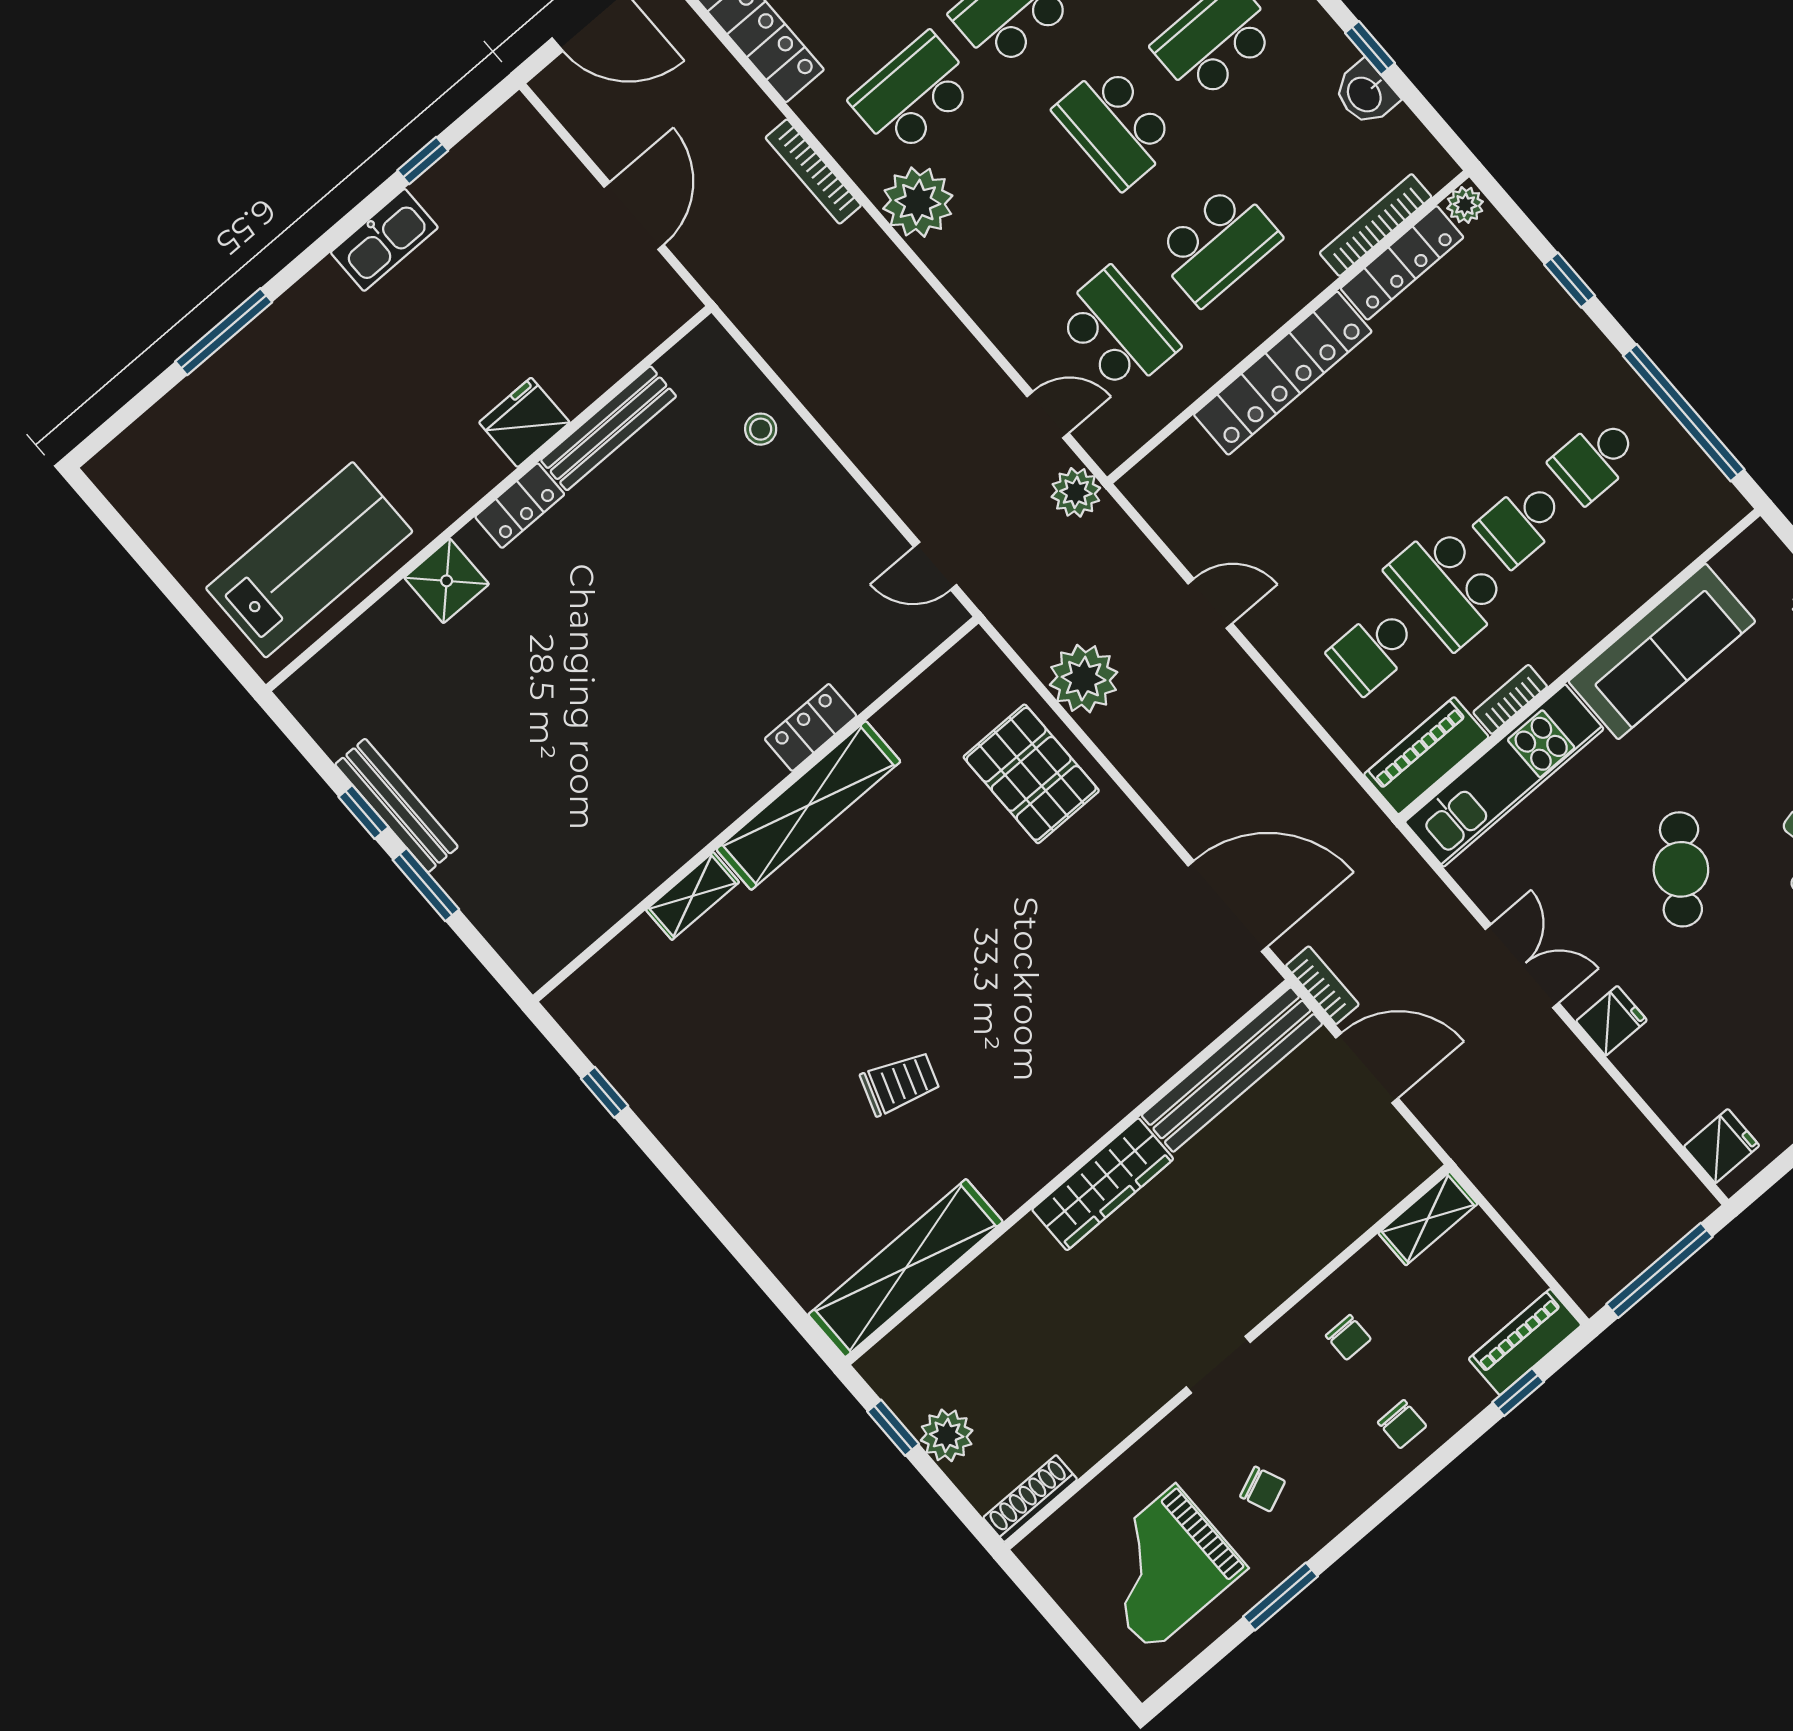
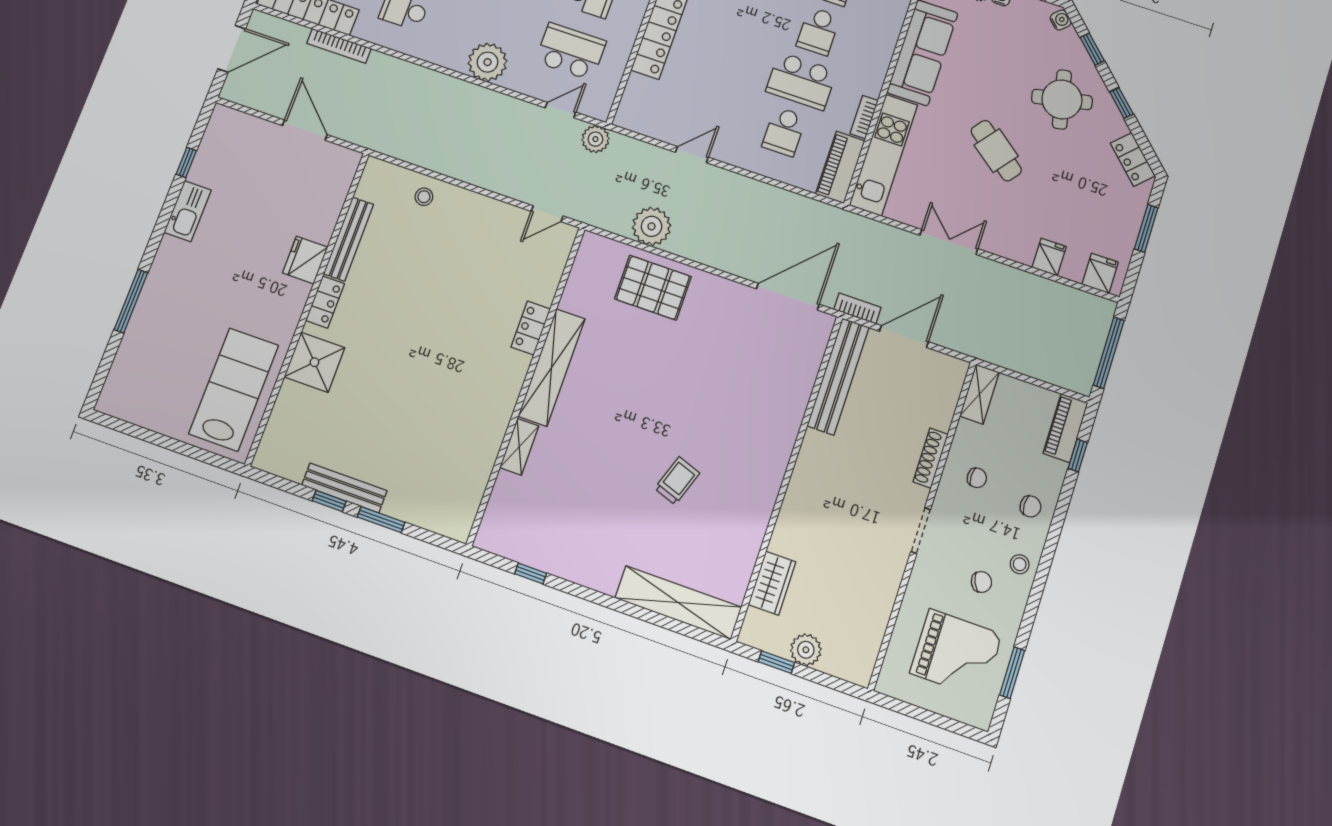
bookcase: (813, 172) -> (339, 46), moved
plant: (918, 202) -> (487, 62), moved
shower: (447, 581) -> (314, 362), width x1.36, depth x1.36
fridge: (1612, 1021) -> (1049, 257), moved
wardrobe: (1103, 1184) -> (772, 583), moved, width x0.67
shelving: (906, 1268) -> (678, 603), moved, turned 90
stool: (1334, 1497) -> (1020, 564), added
shoe rack: (1030, 1499) -> (931, 458), moved
grand piano: (1163, 1568) -> (956, 654), turned -90
window: (1280, 1597) -> (1012, 673), moved

